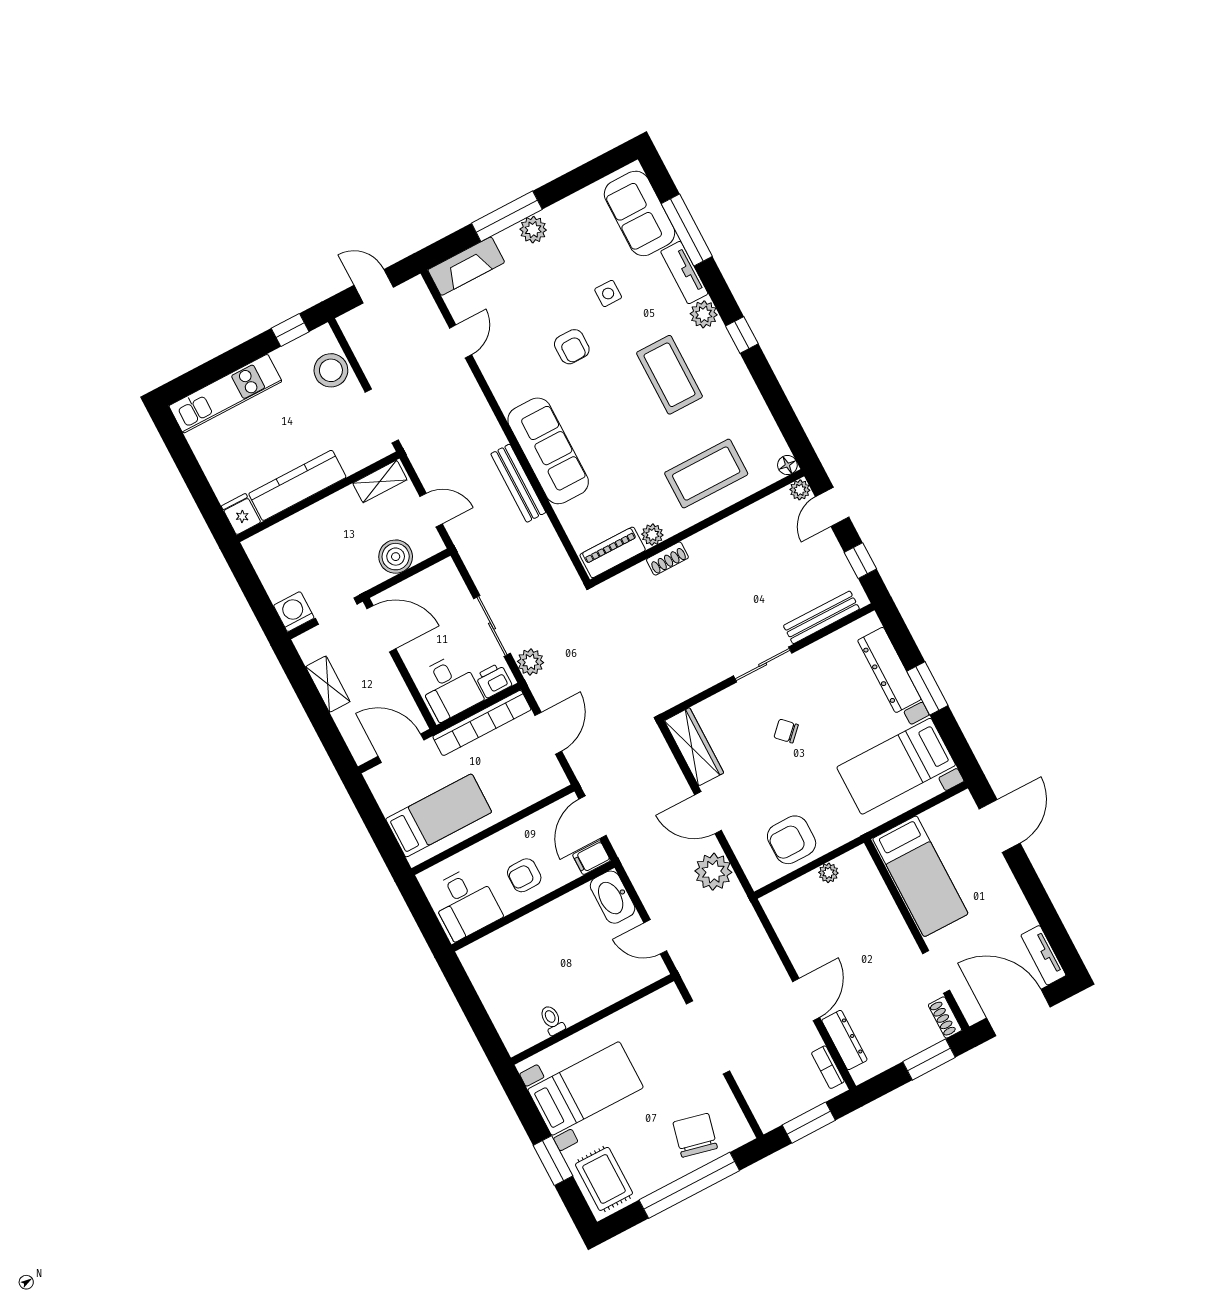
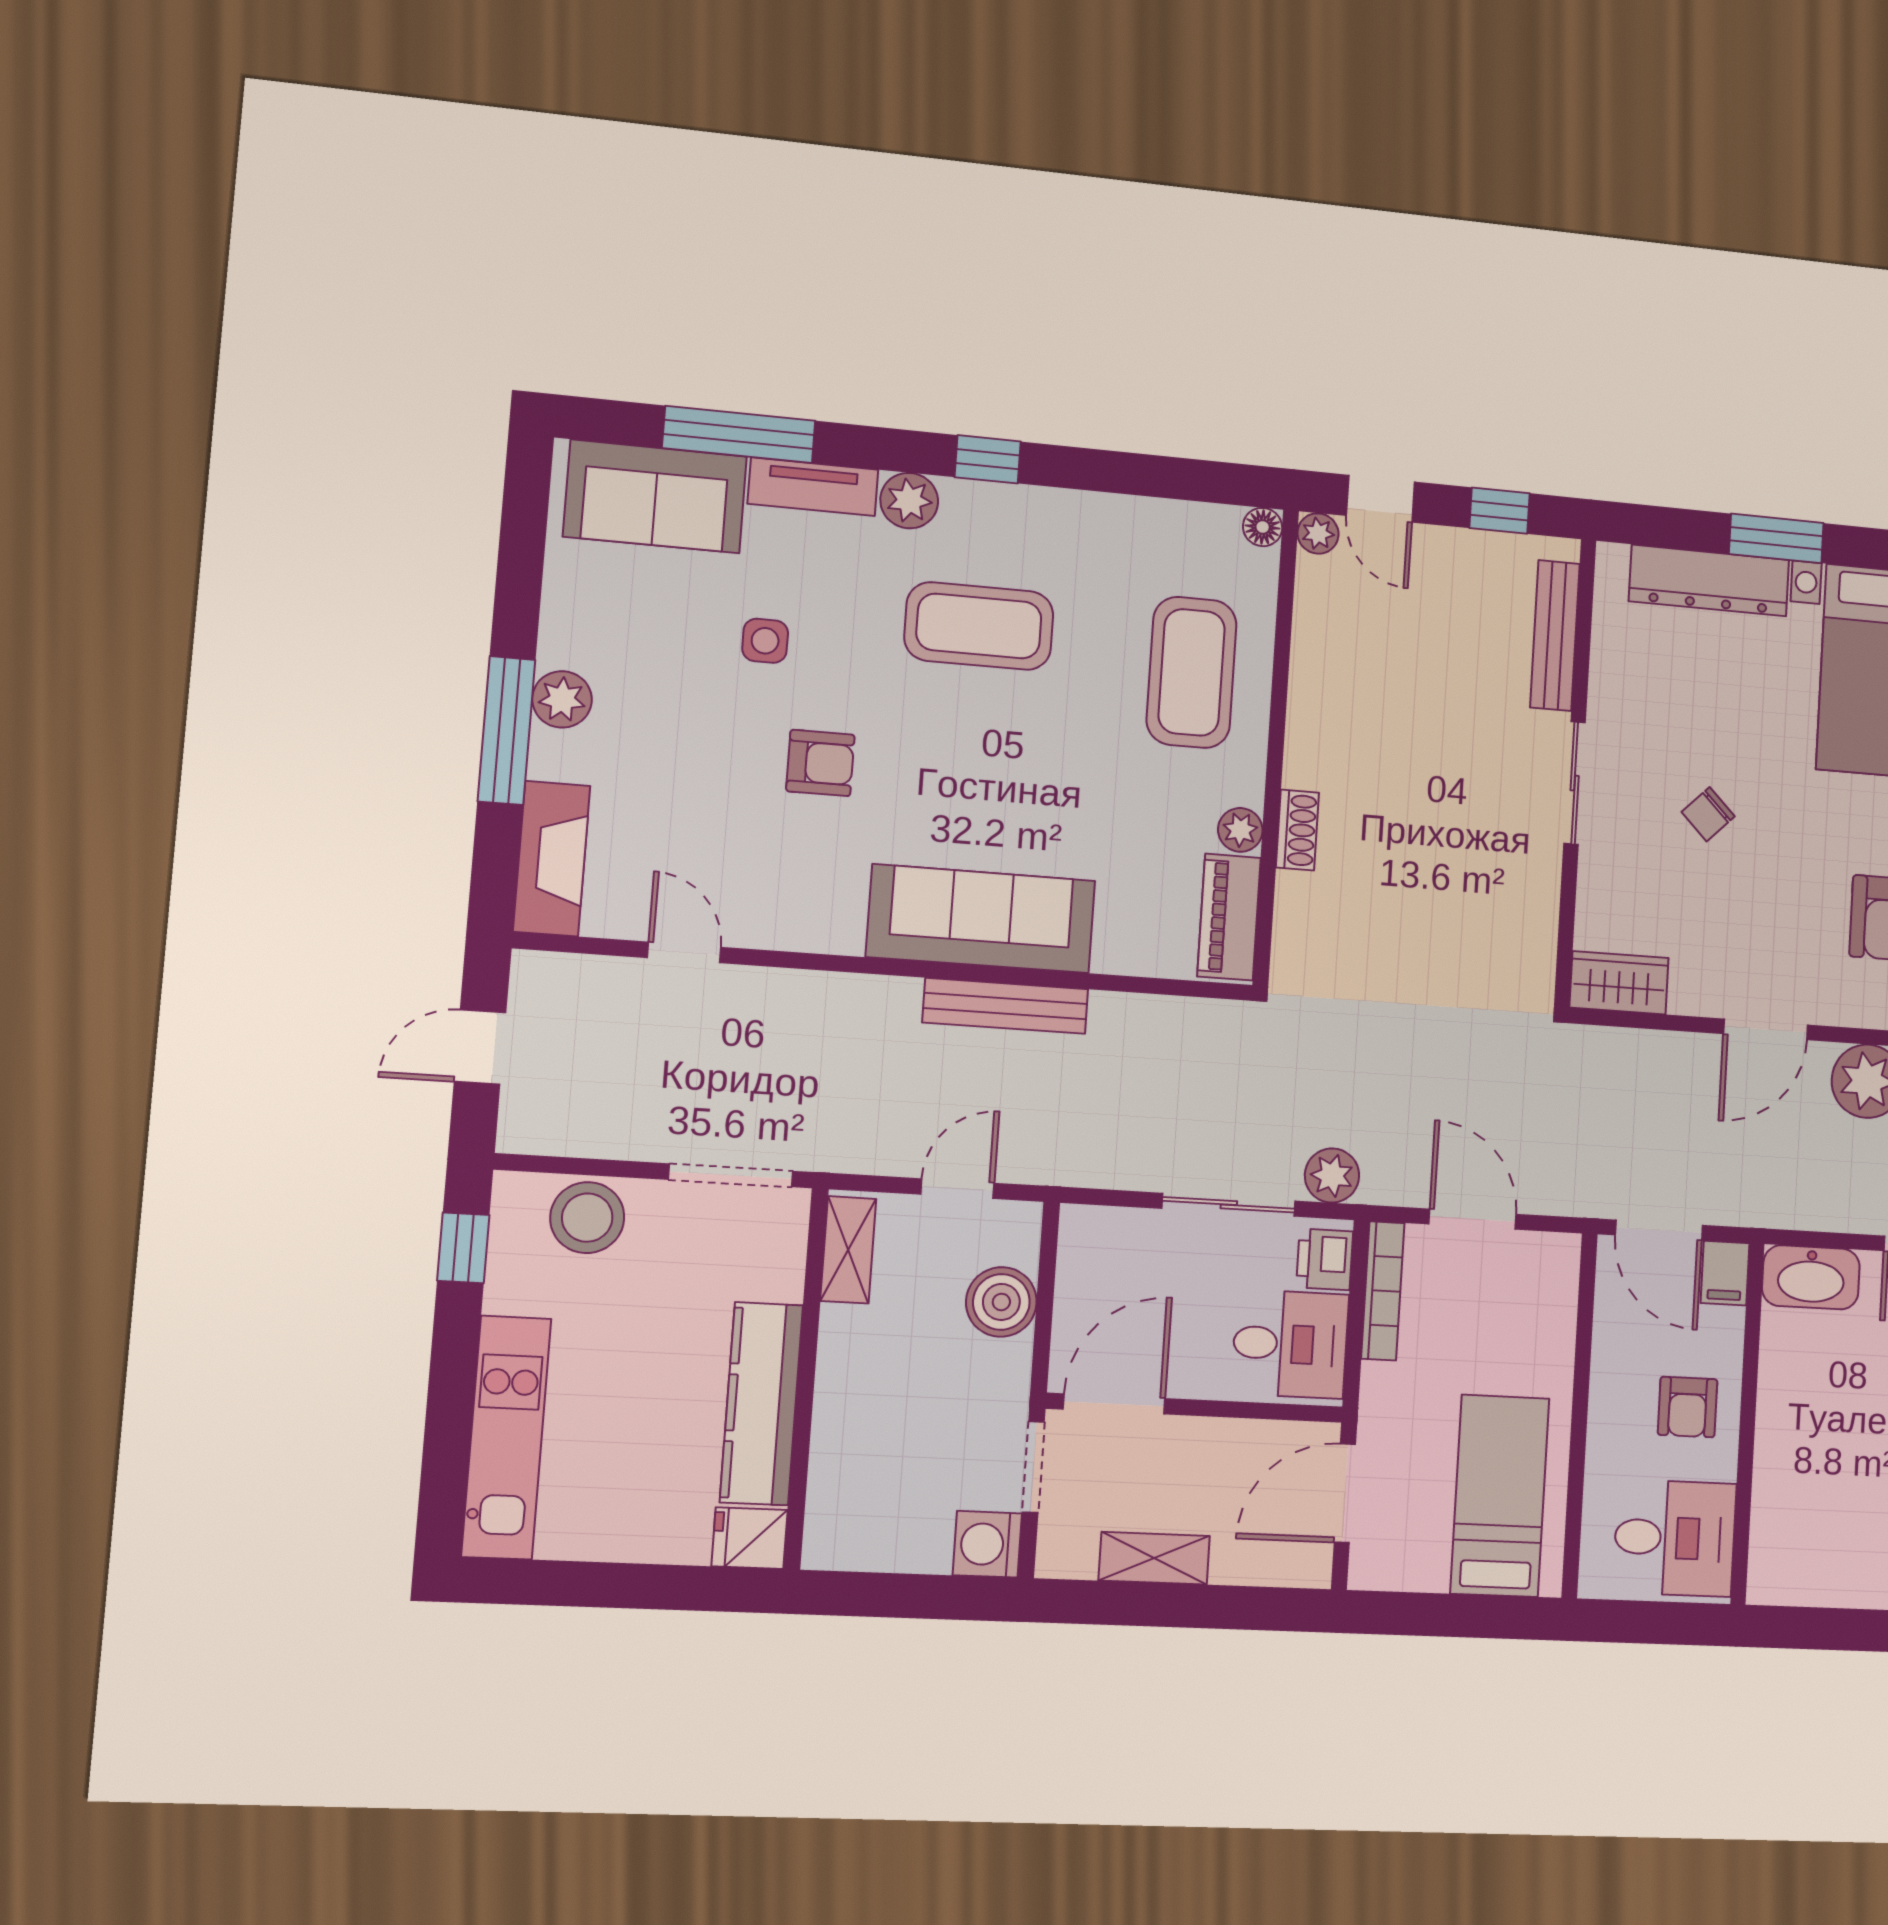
bookcase: (482, 723) -> (1383, 1291), width x0.68, depth x0.76
wardrobe: (694, 747) -> (1619, 983), width x0.67

